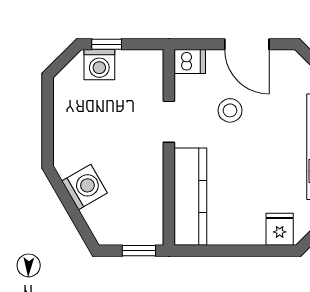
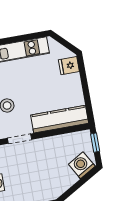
washing machine: (85, 187) -> (82, 165), moved

